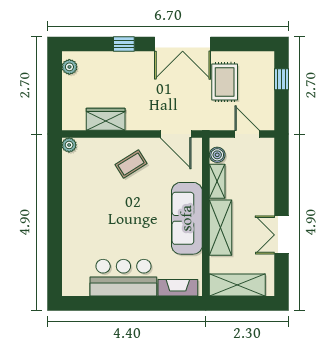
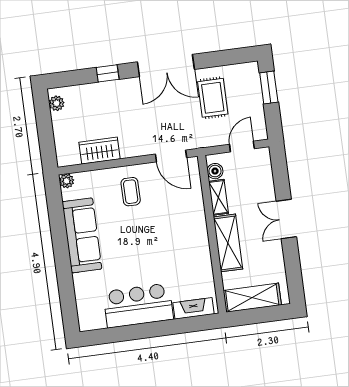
window: (281, 79) -> (269, 88), width x1.50
door: (247, 134) -> (242, 146), hinge flipped
coffee table: (131, 164) -> (131, 192), turned -58
sofa: (187, 218) -> (82, 235), moved, turned 180
double door: (281, 235) -> (286, 219), moved

